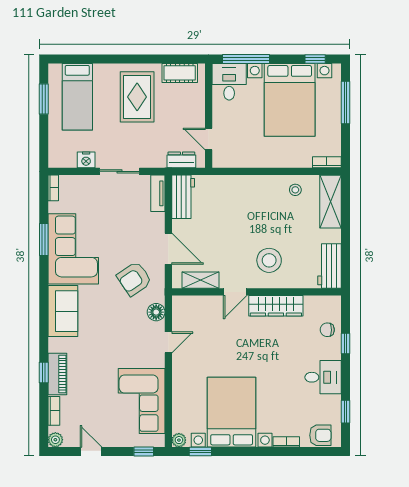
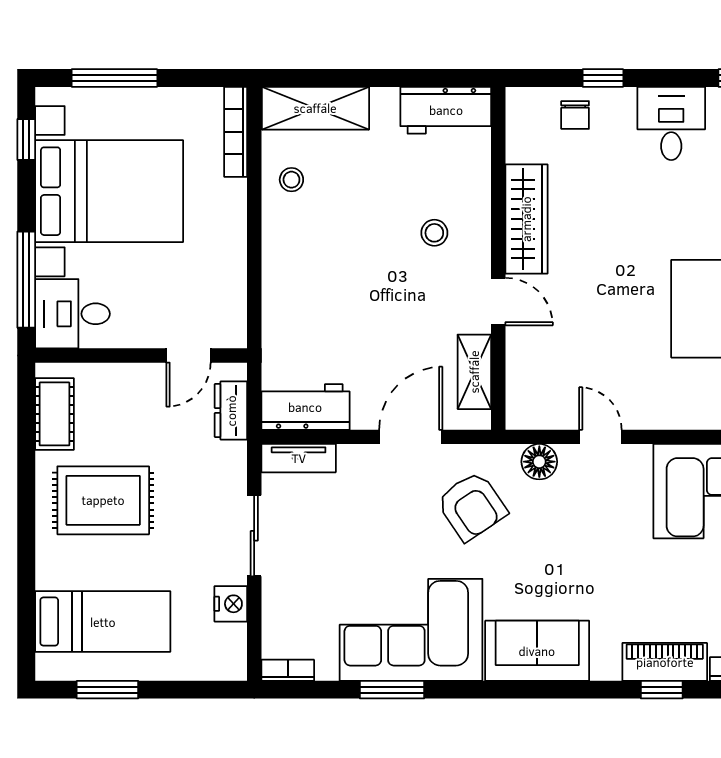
bookcase: (327, 162) -> (236, 132), width x1.56
stool: (269, 260) -> (434, 233), width x0.53, depth x0.53

